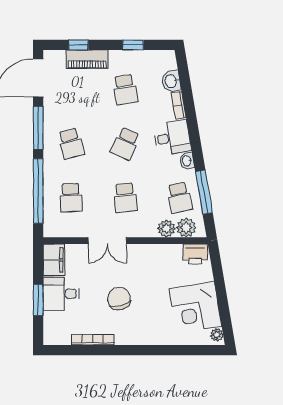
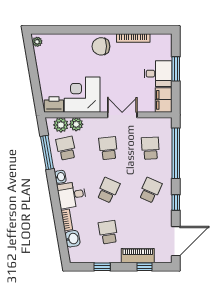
window: (38, 128) -> (176, 203), width x0.46
school desk: (71, 144) -> (150, 190), turned 39
chair: (119, 299) -> (101, 46), moved, turned 104
corner desk: (195, 307) -> (82, 95), moved, turned -80

